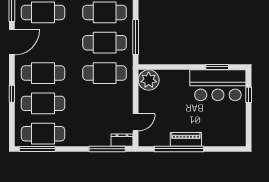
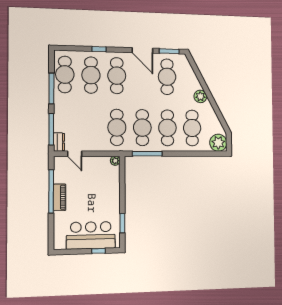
plant: (149, 80) -> (115, 161), width x0.53, depth x0.53
bar counter: (218, 85) -> (91, 235), moved, turned 90
window: (37, 149) -> (51, 88), moved

